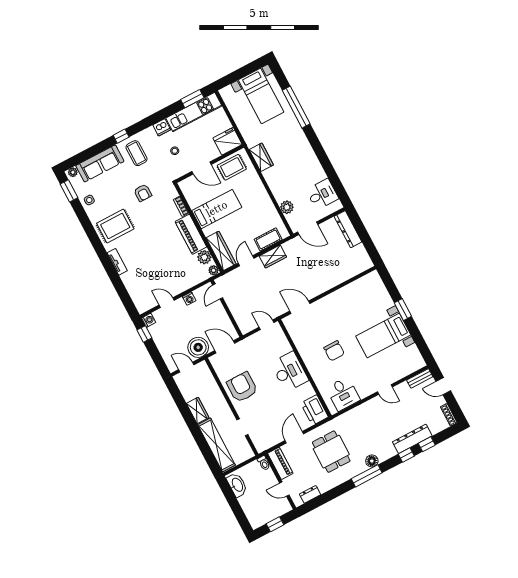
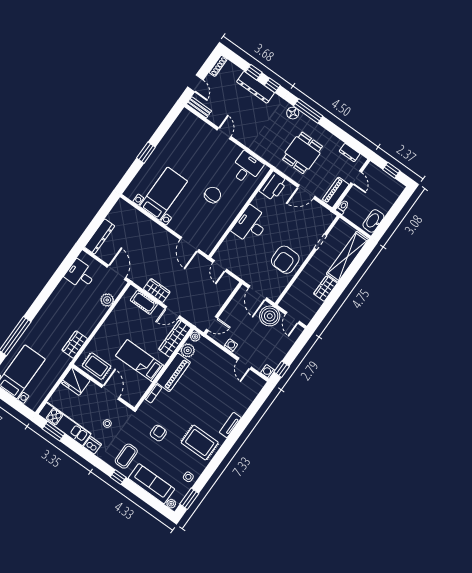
bed with nightstands: (383, 336) -> (163, 194), moved, turned -90

